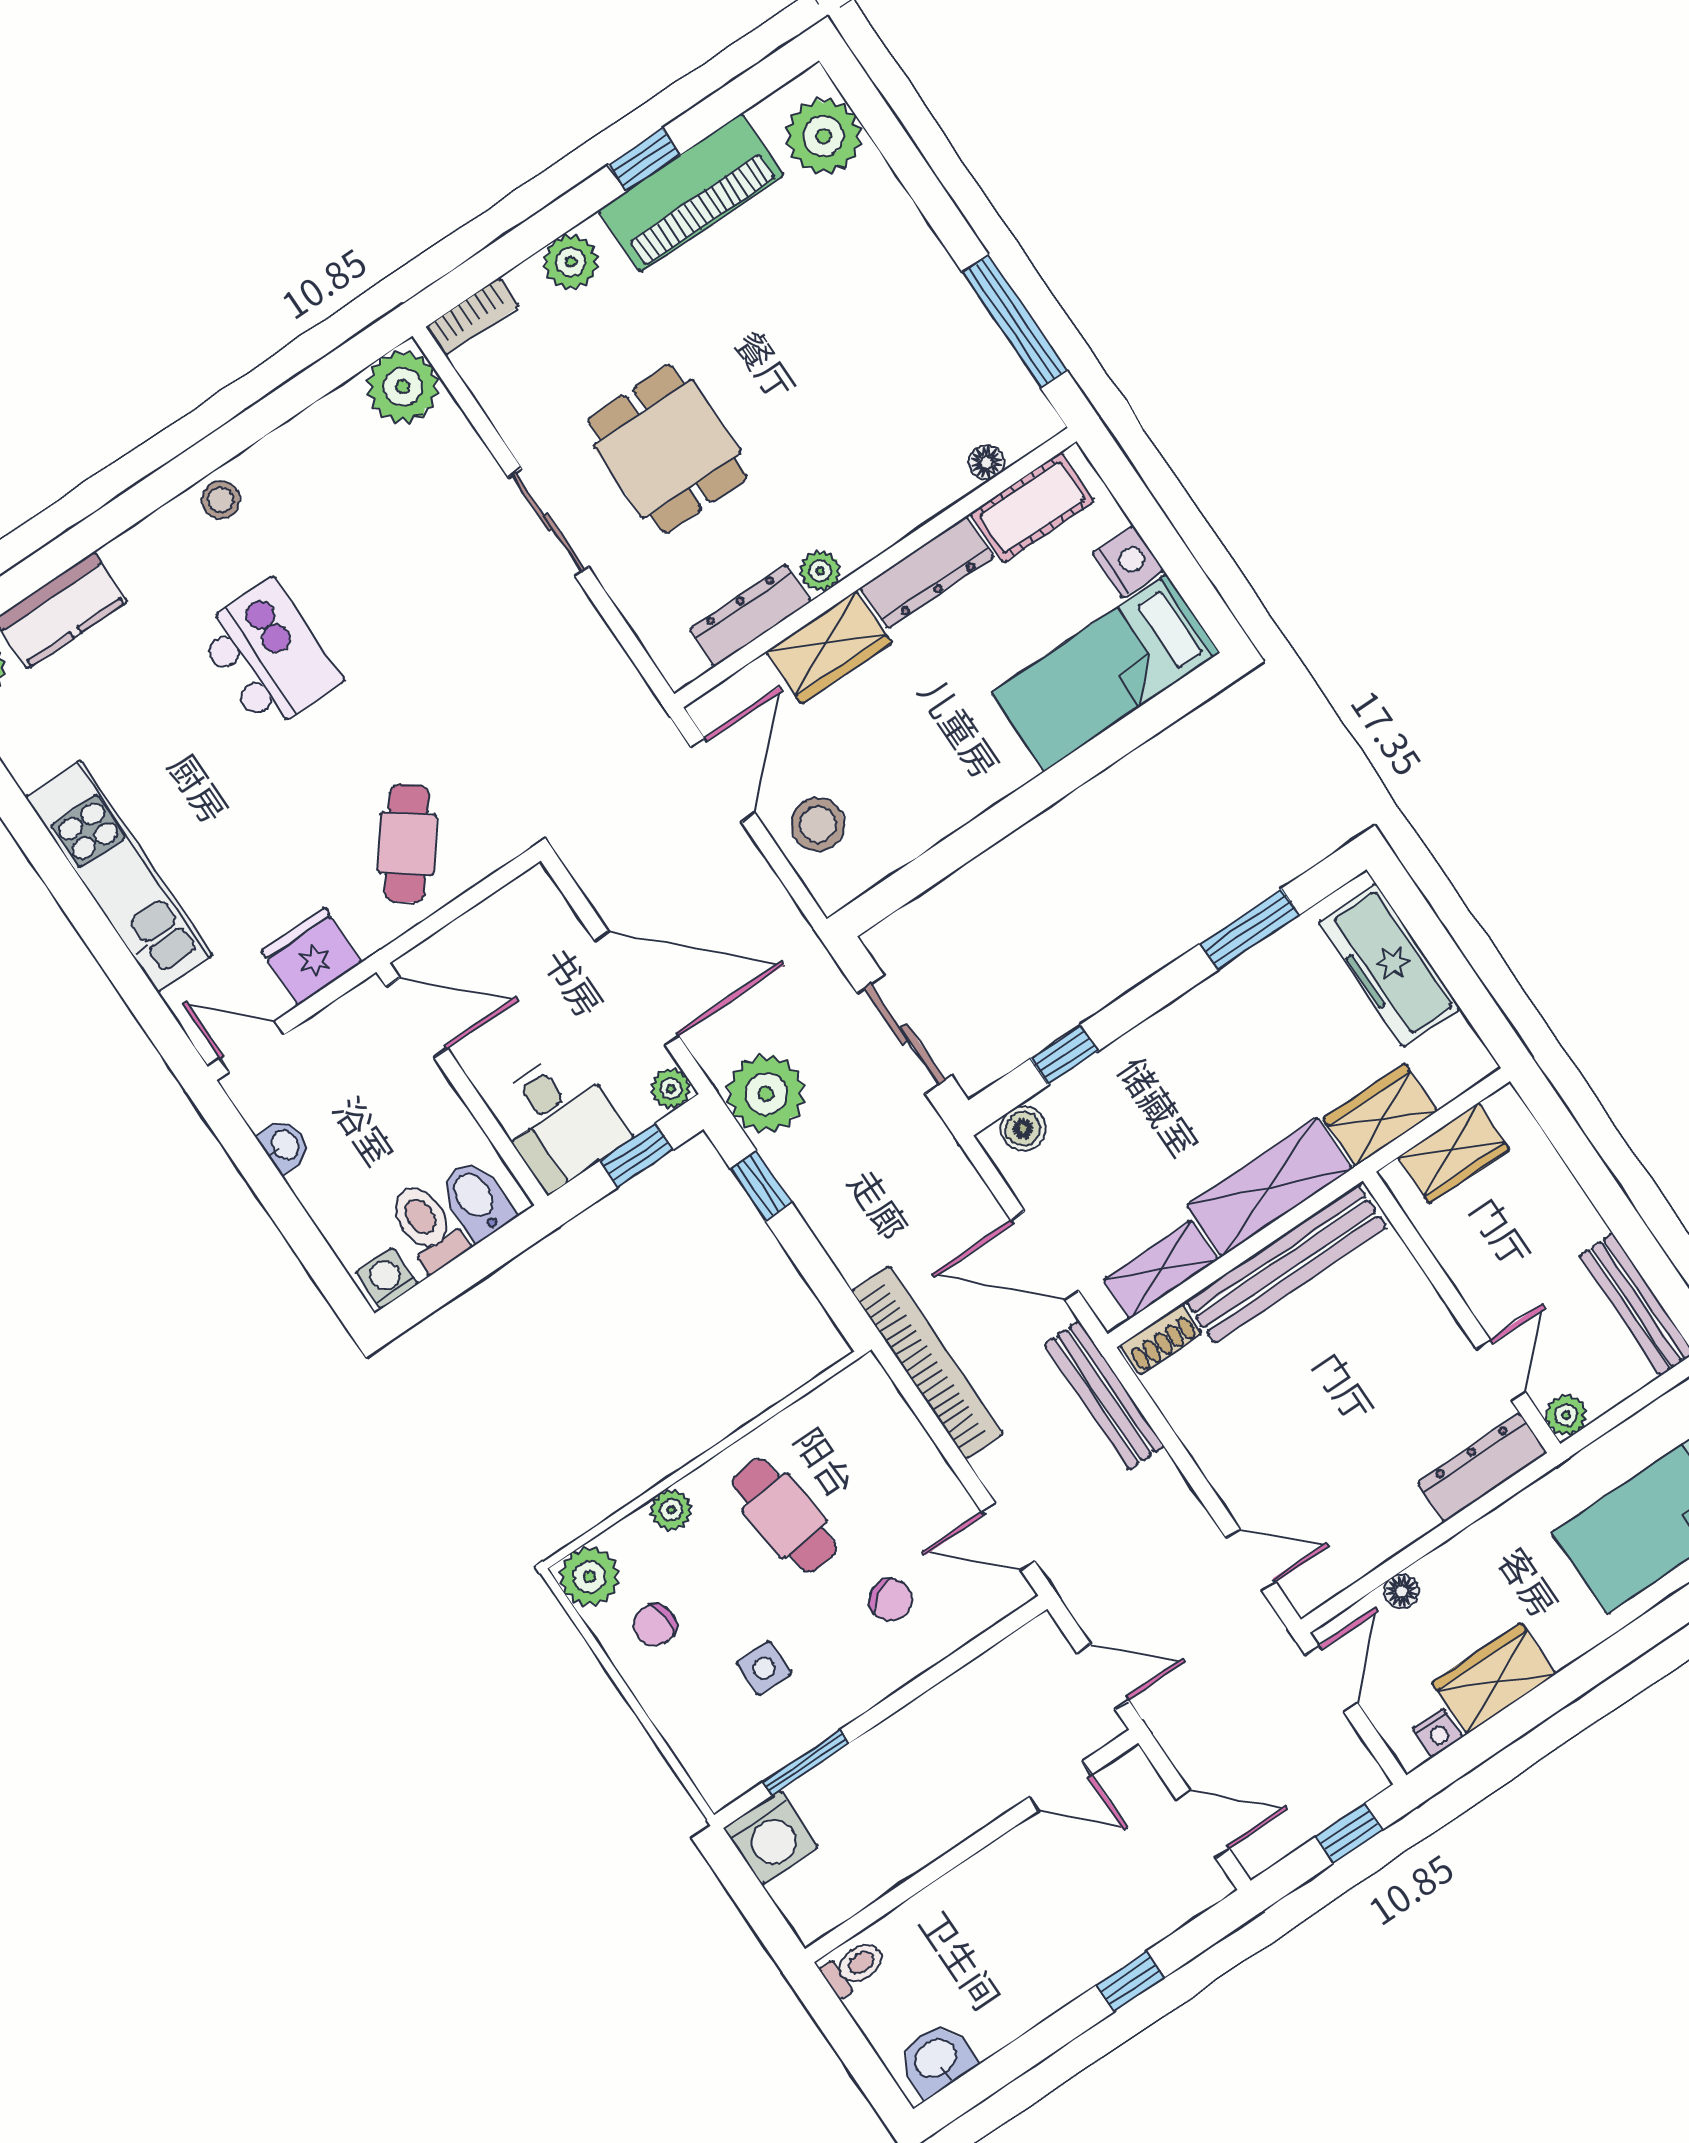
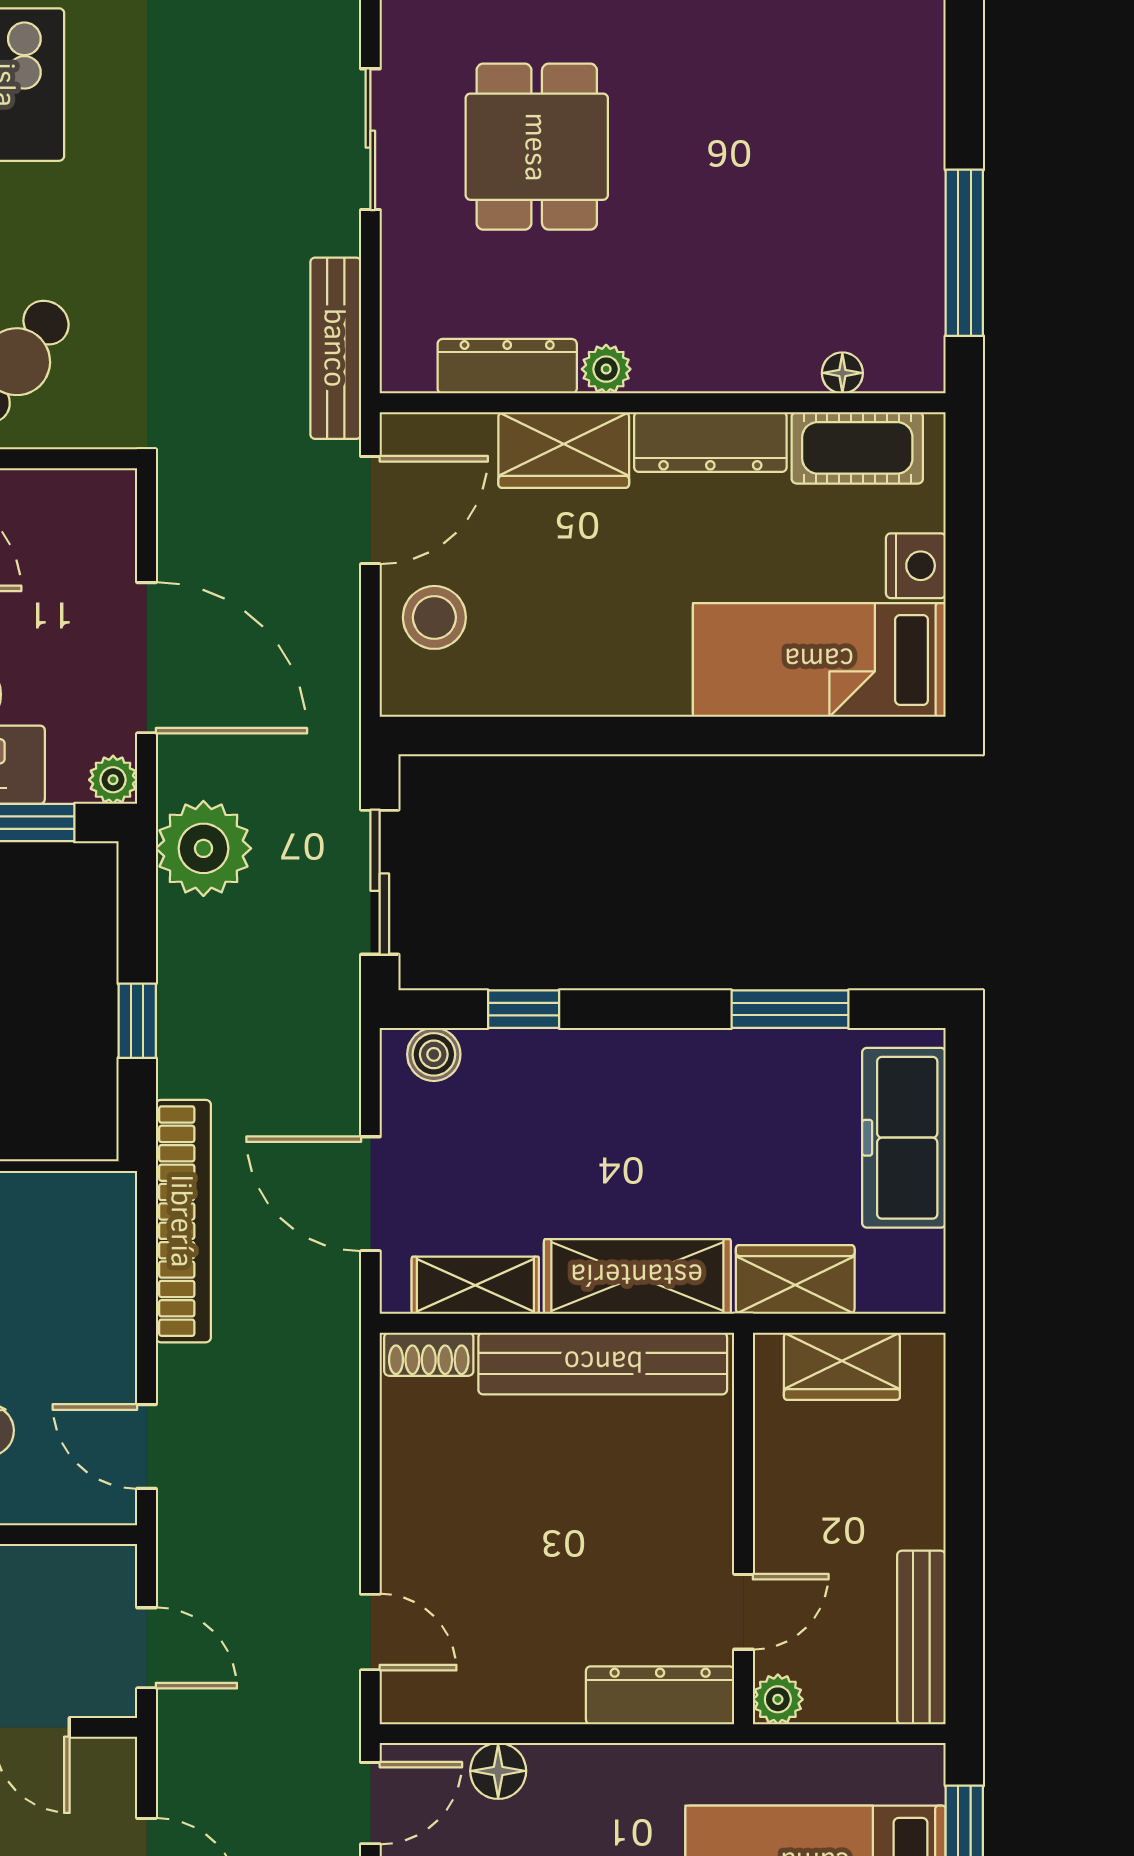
window: (761, 1186) -> (137, 1021), moved
bench: (1104, 1395) -> (336, 348), moved
floor lamp: (1402, 1591) -> (498, 1771), width x1.37, depth x1.37

